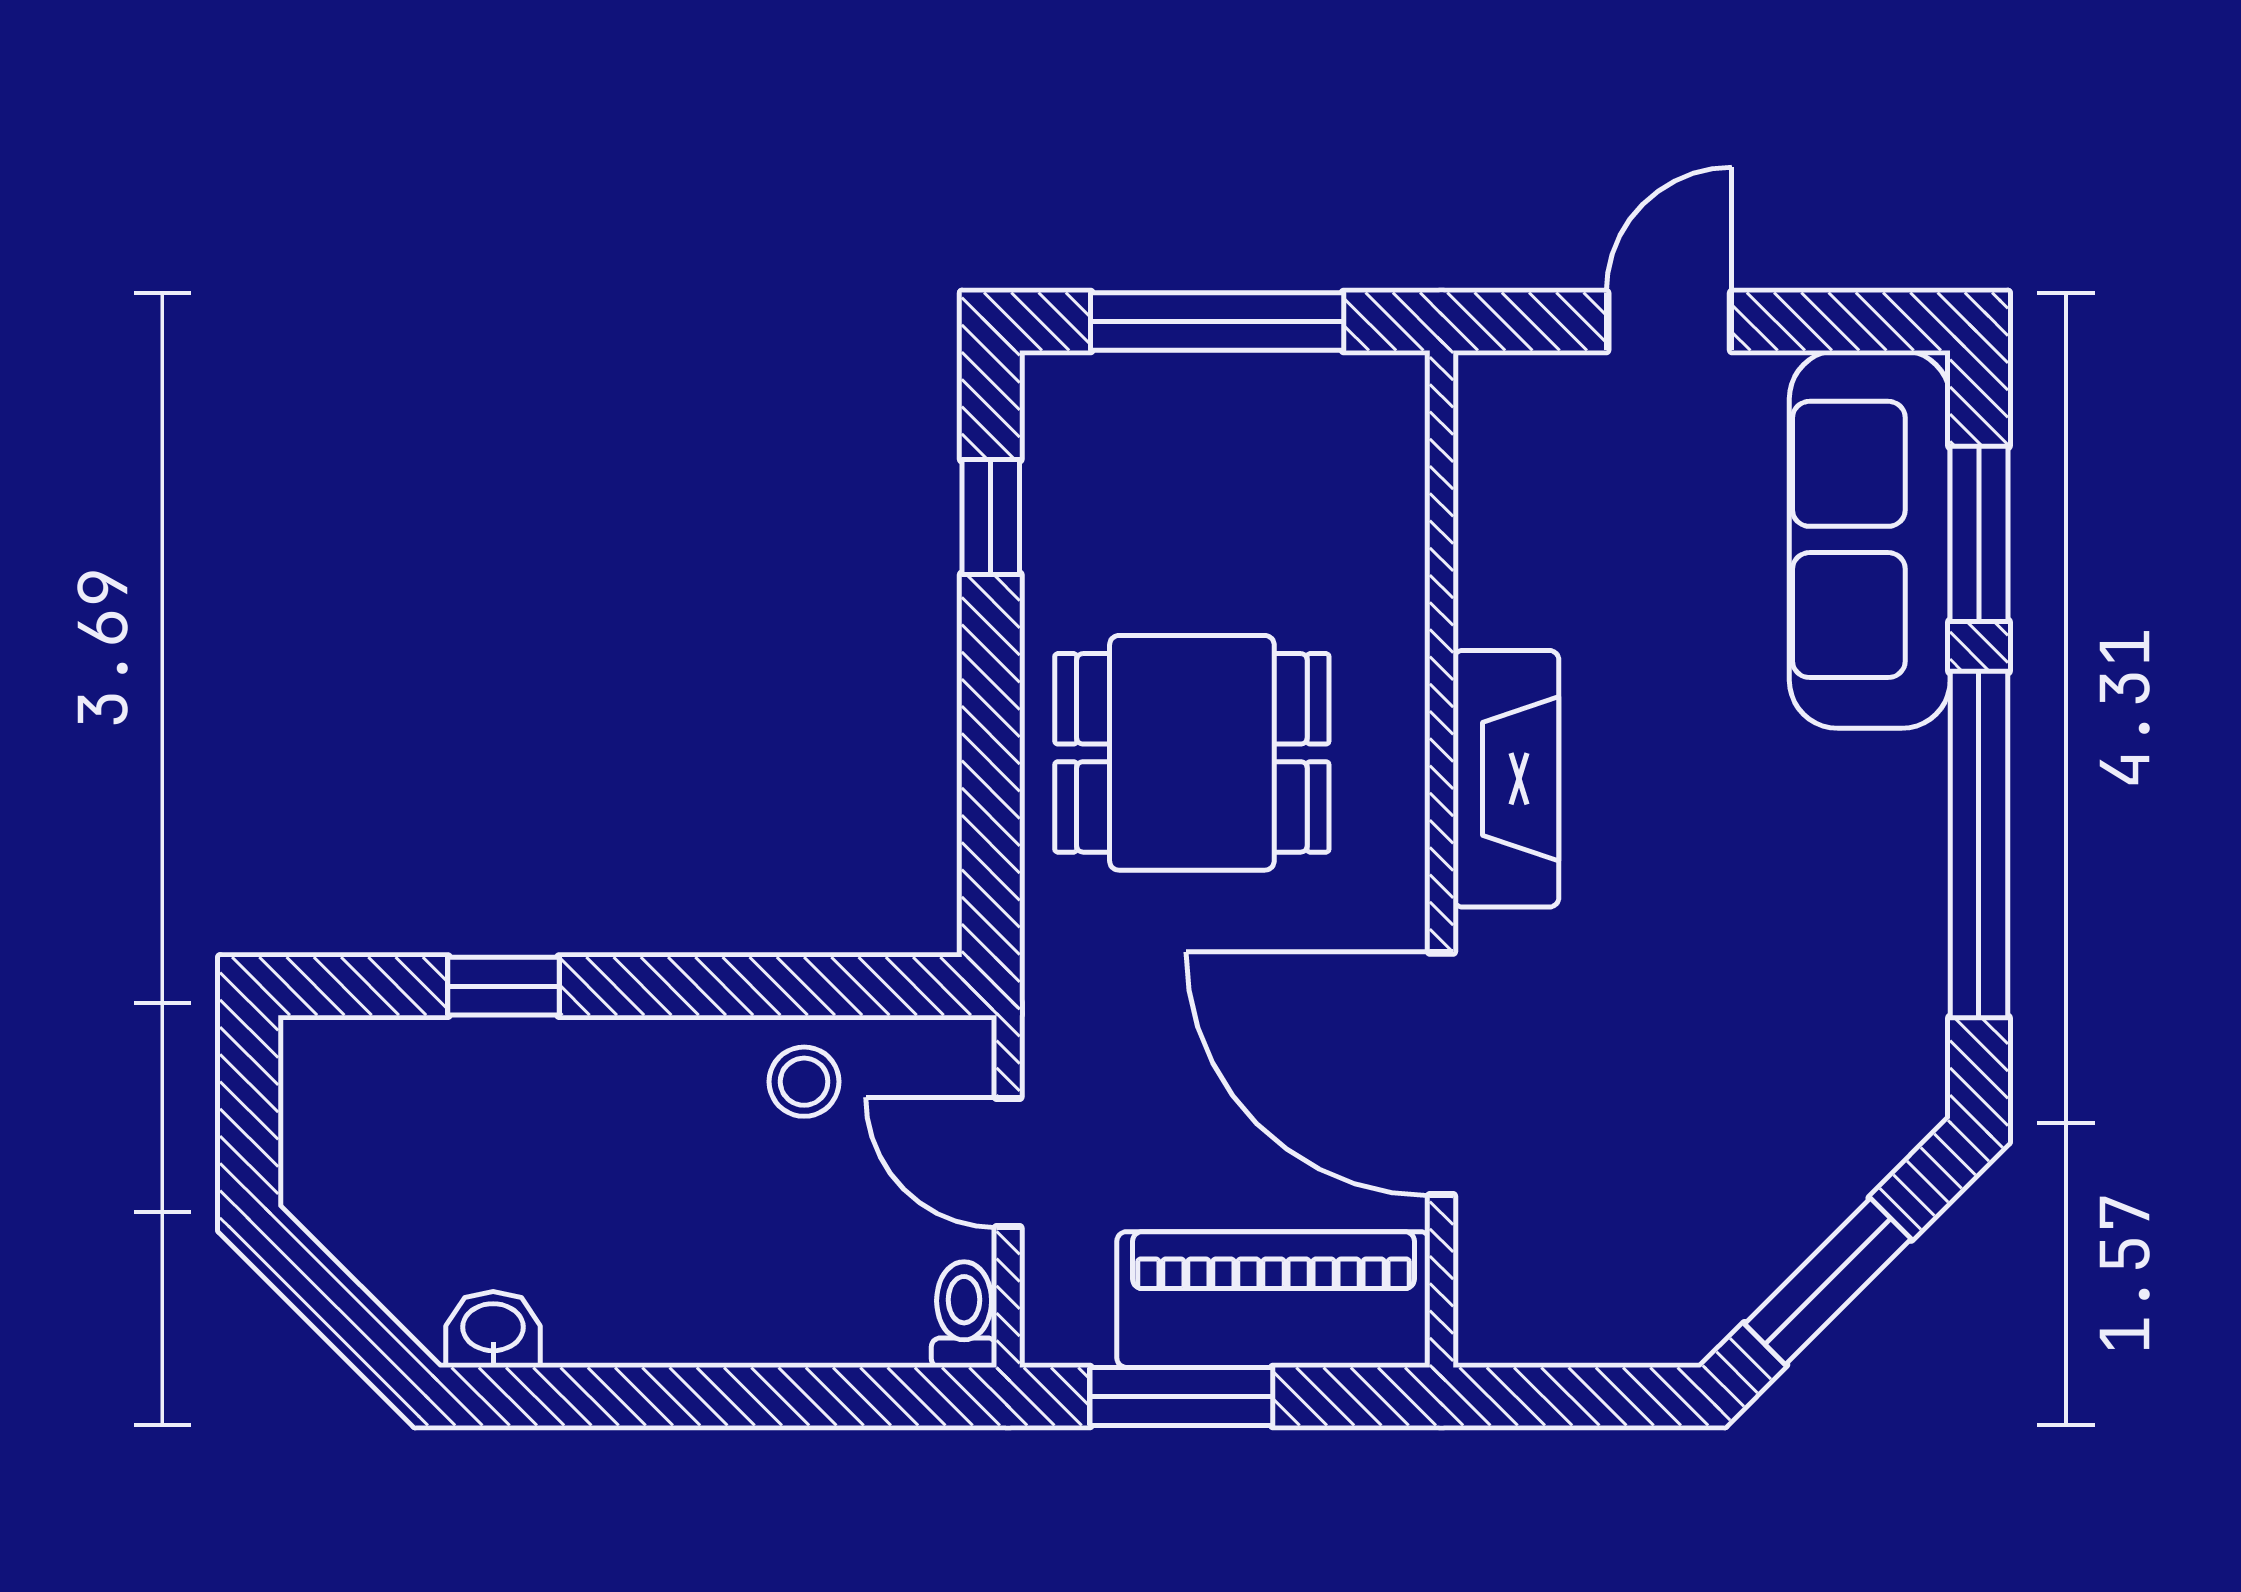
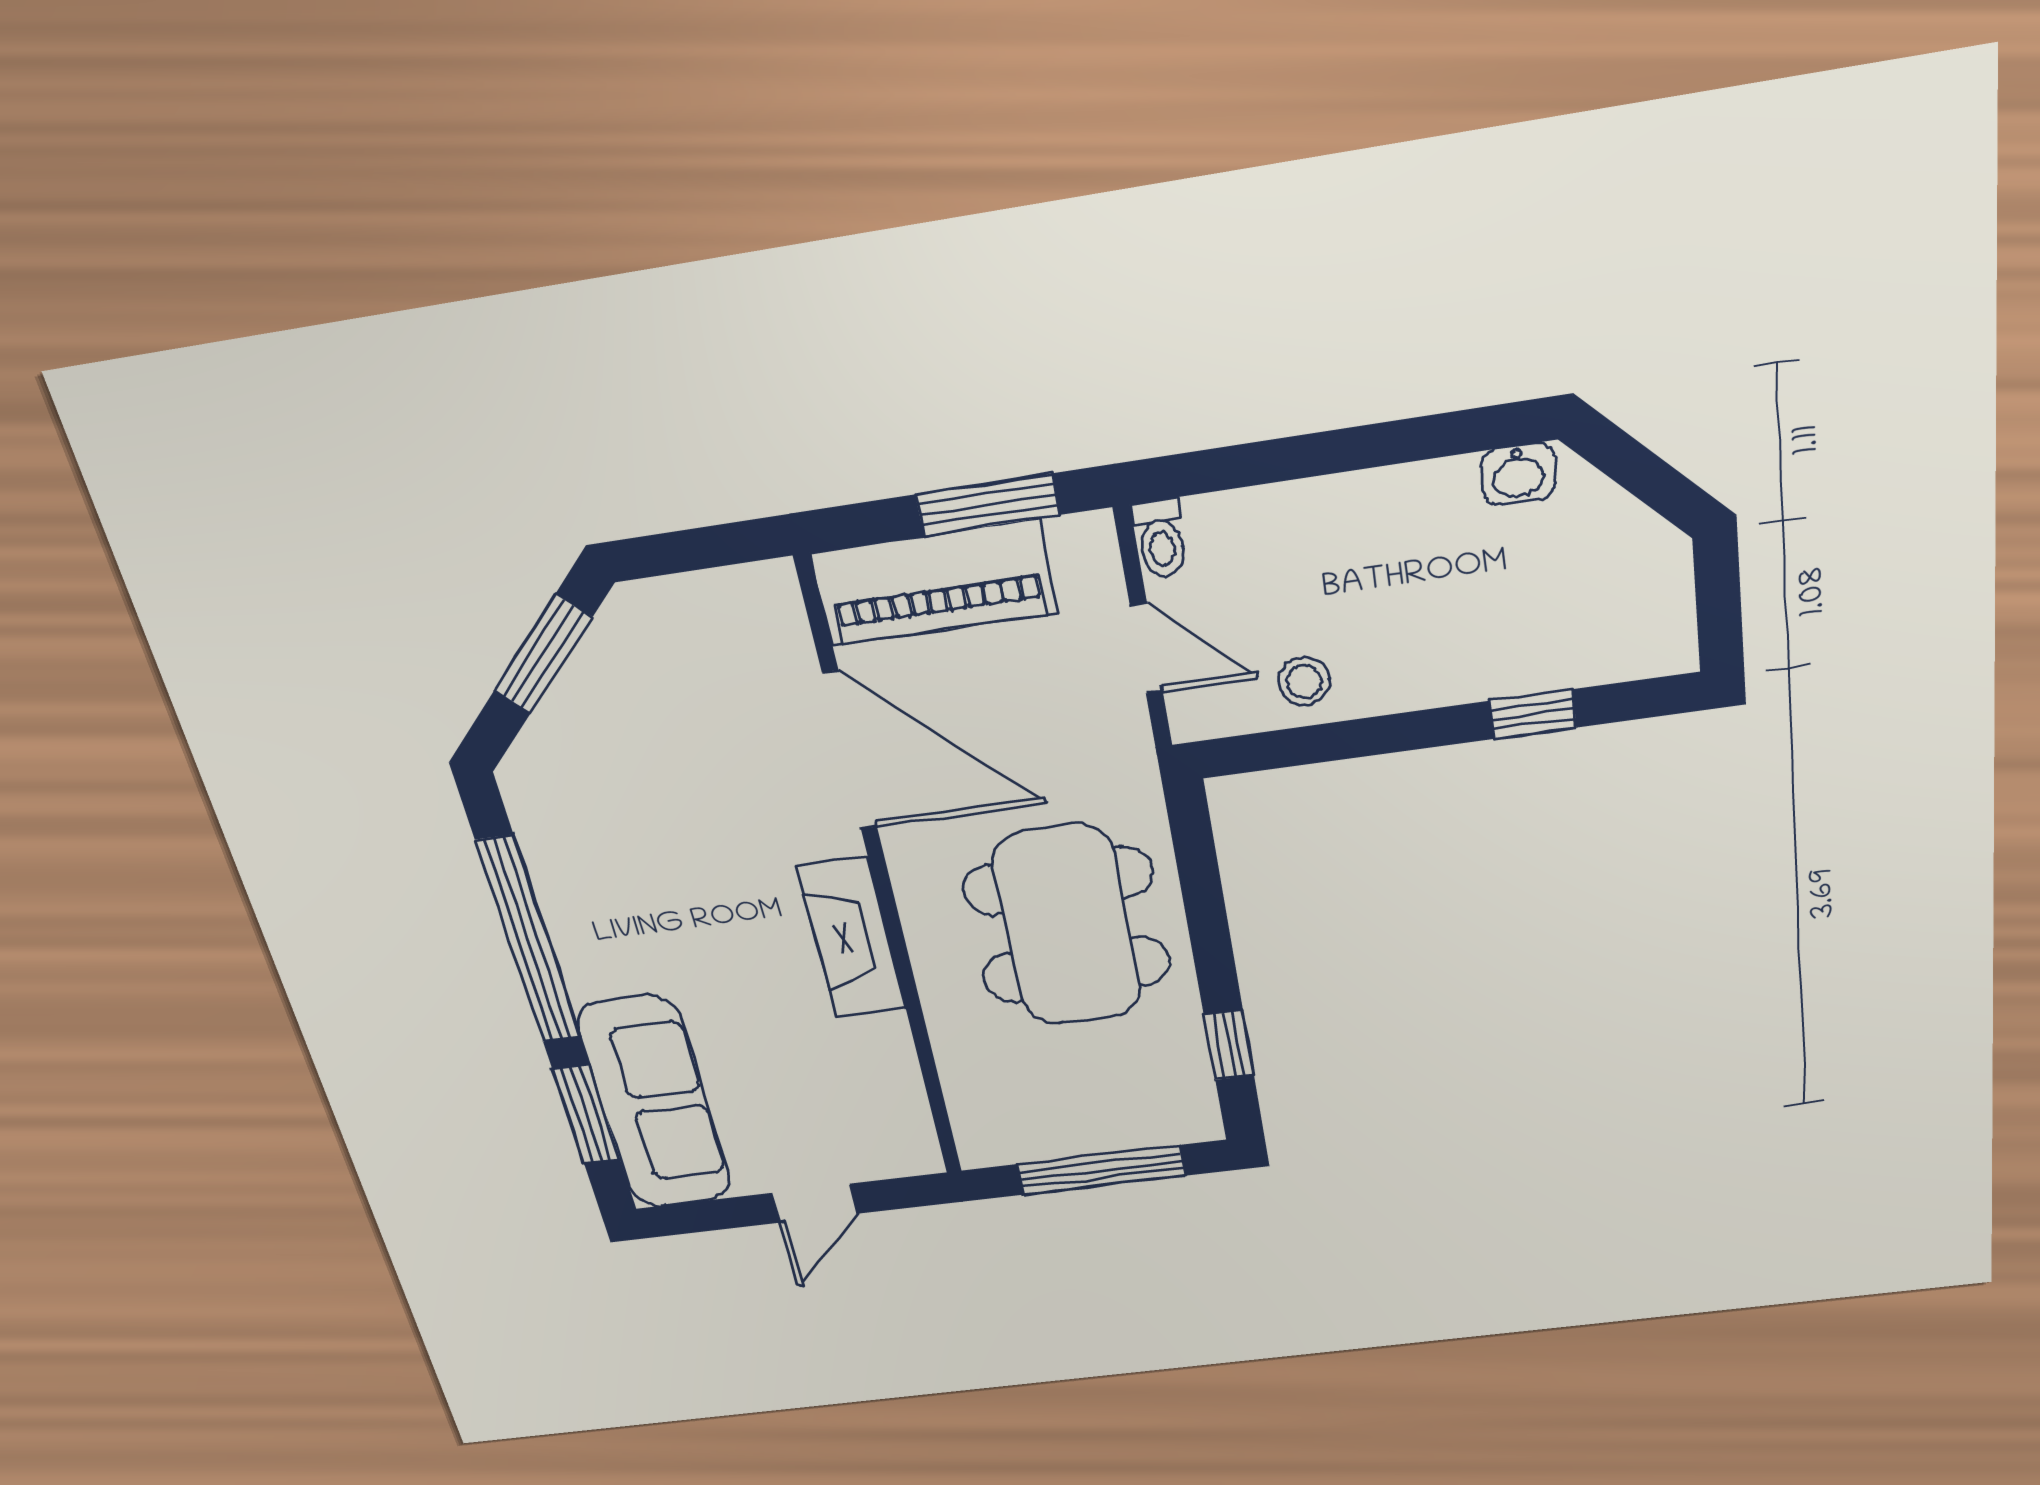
dining table: (1192, 753) -> (1067, 926), width x1.37

